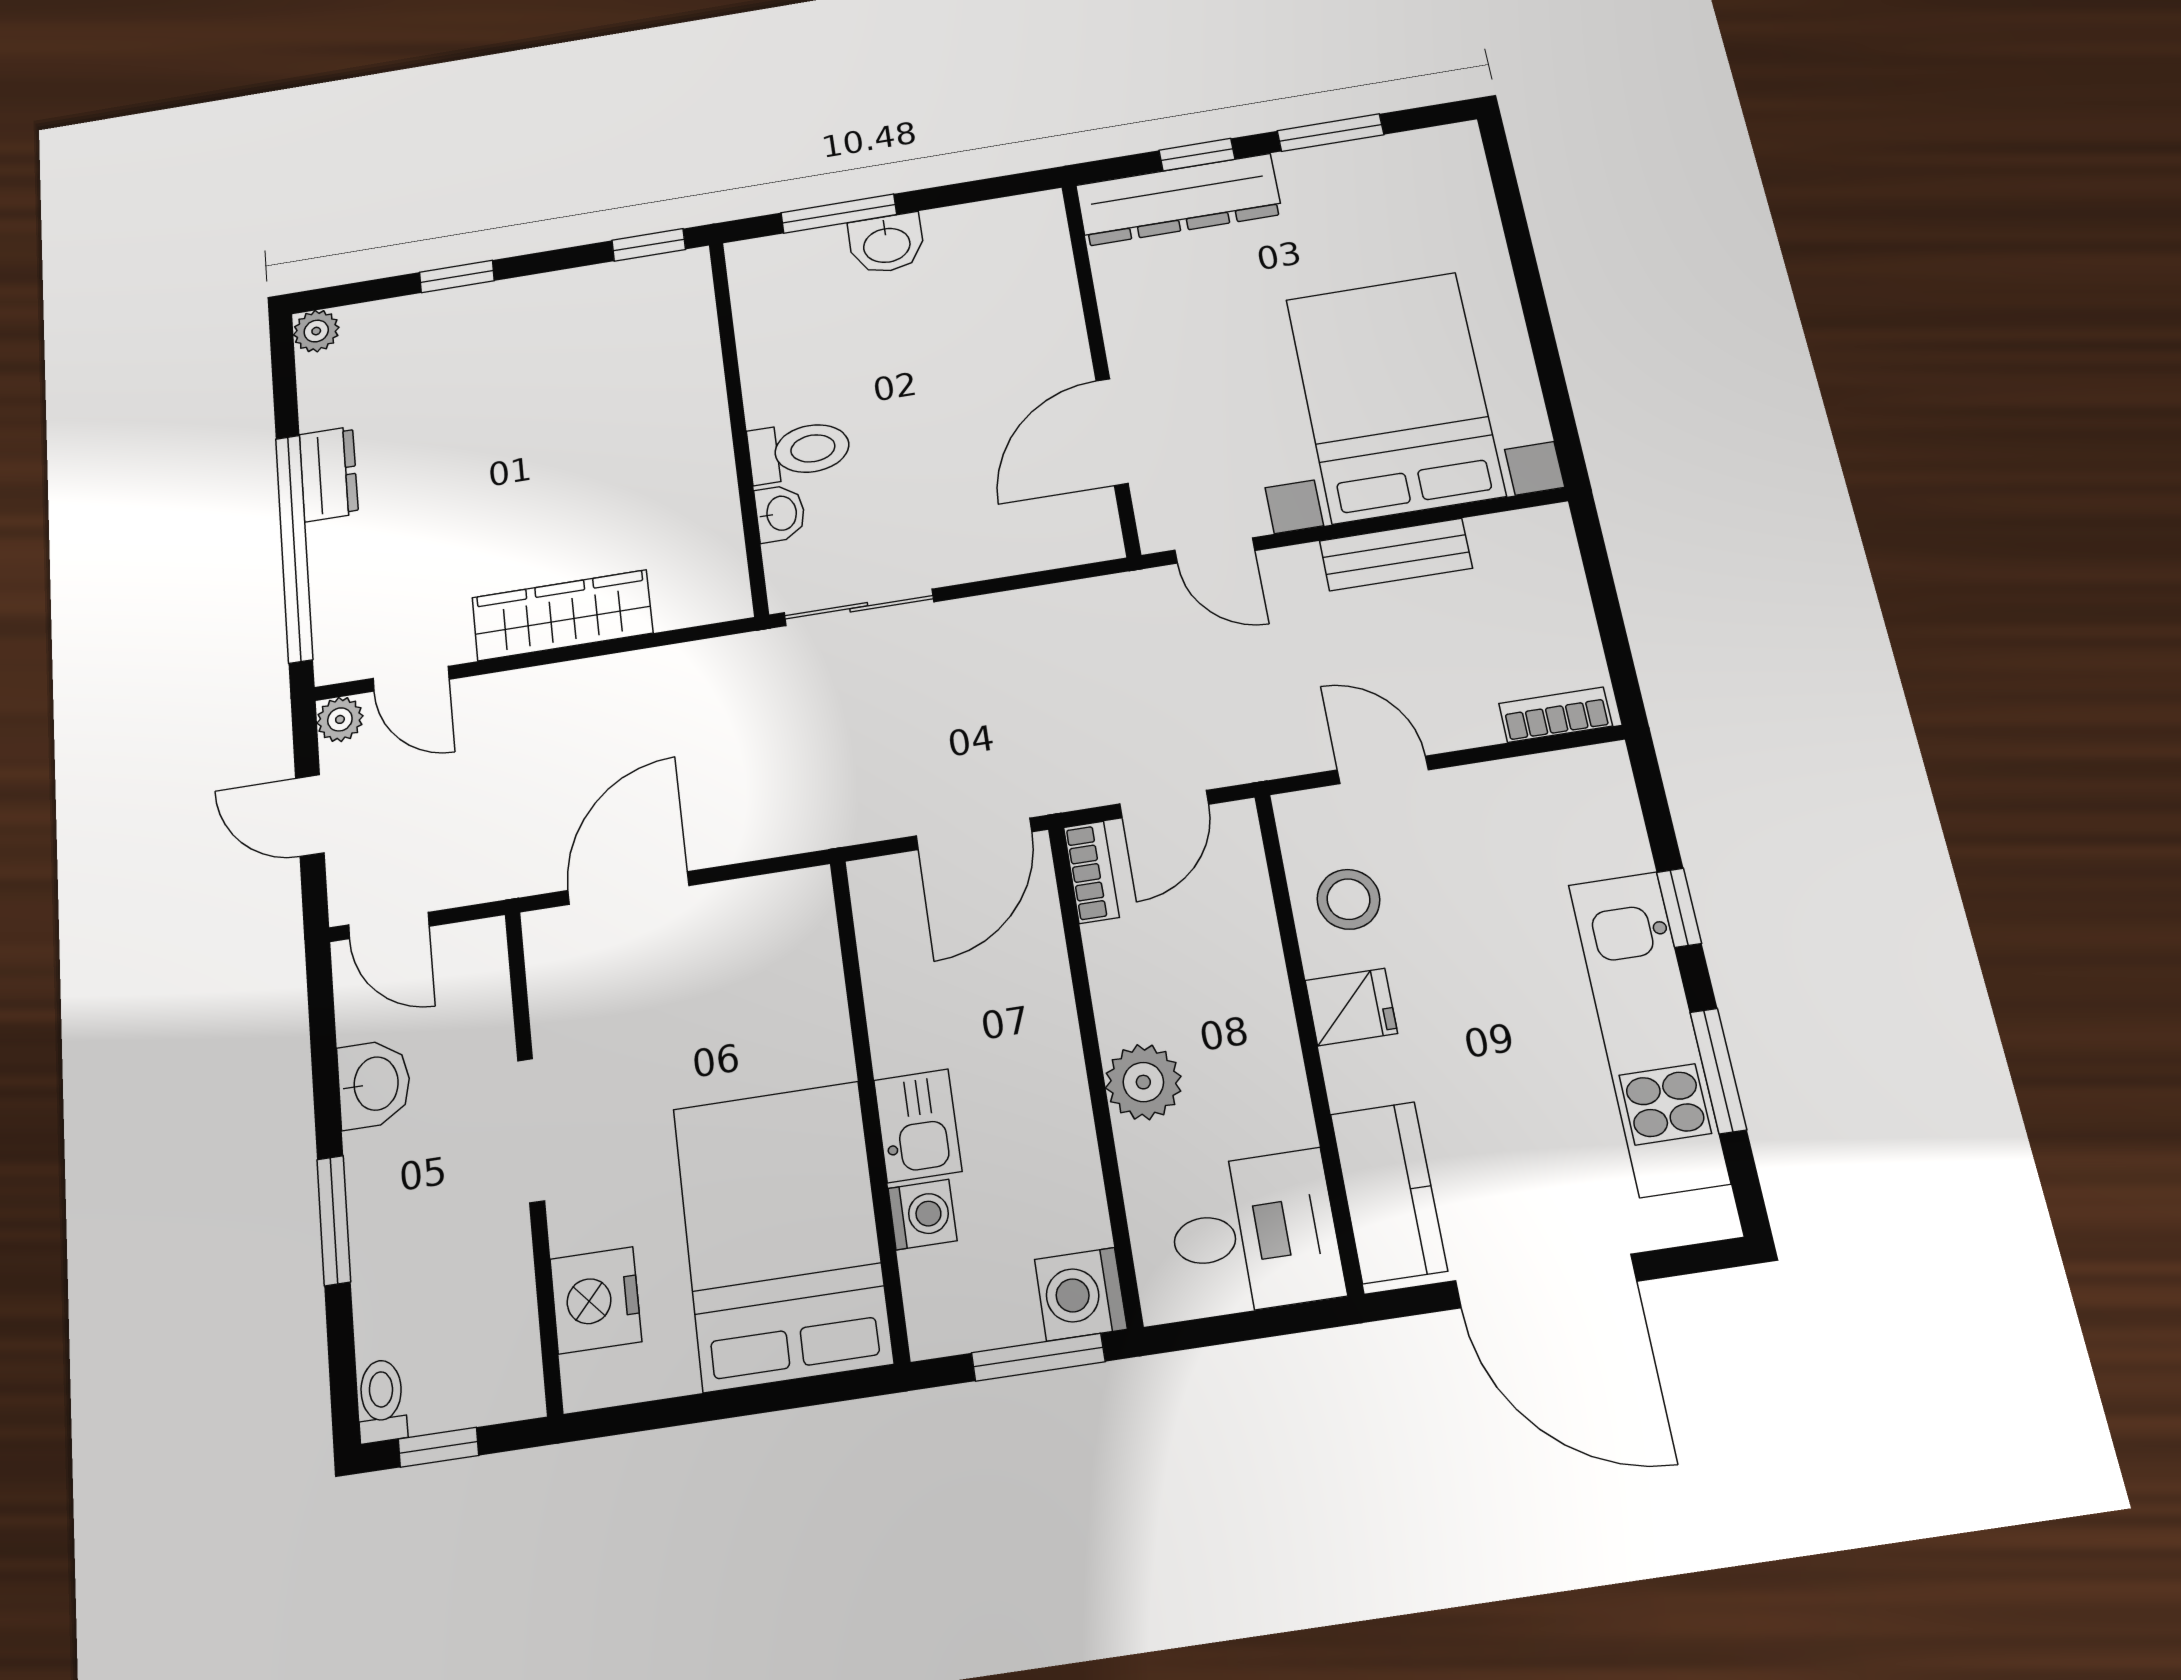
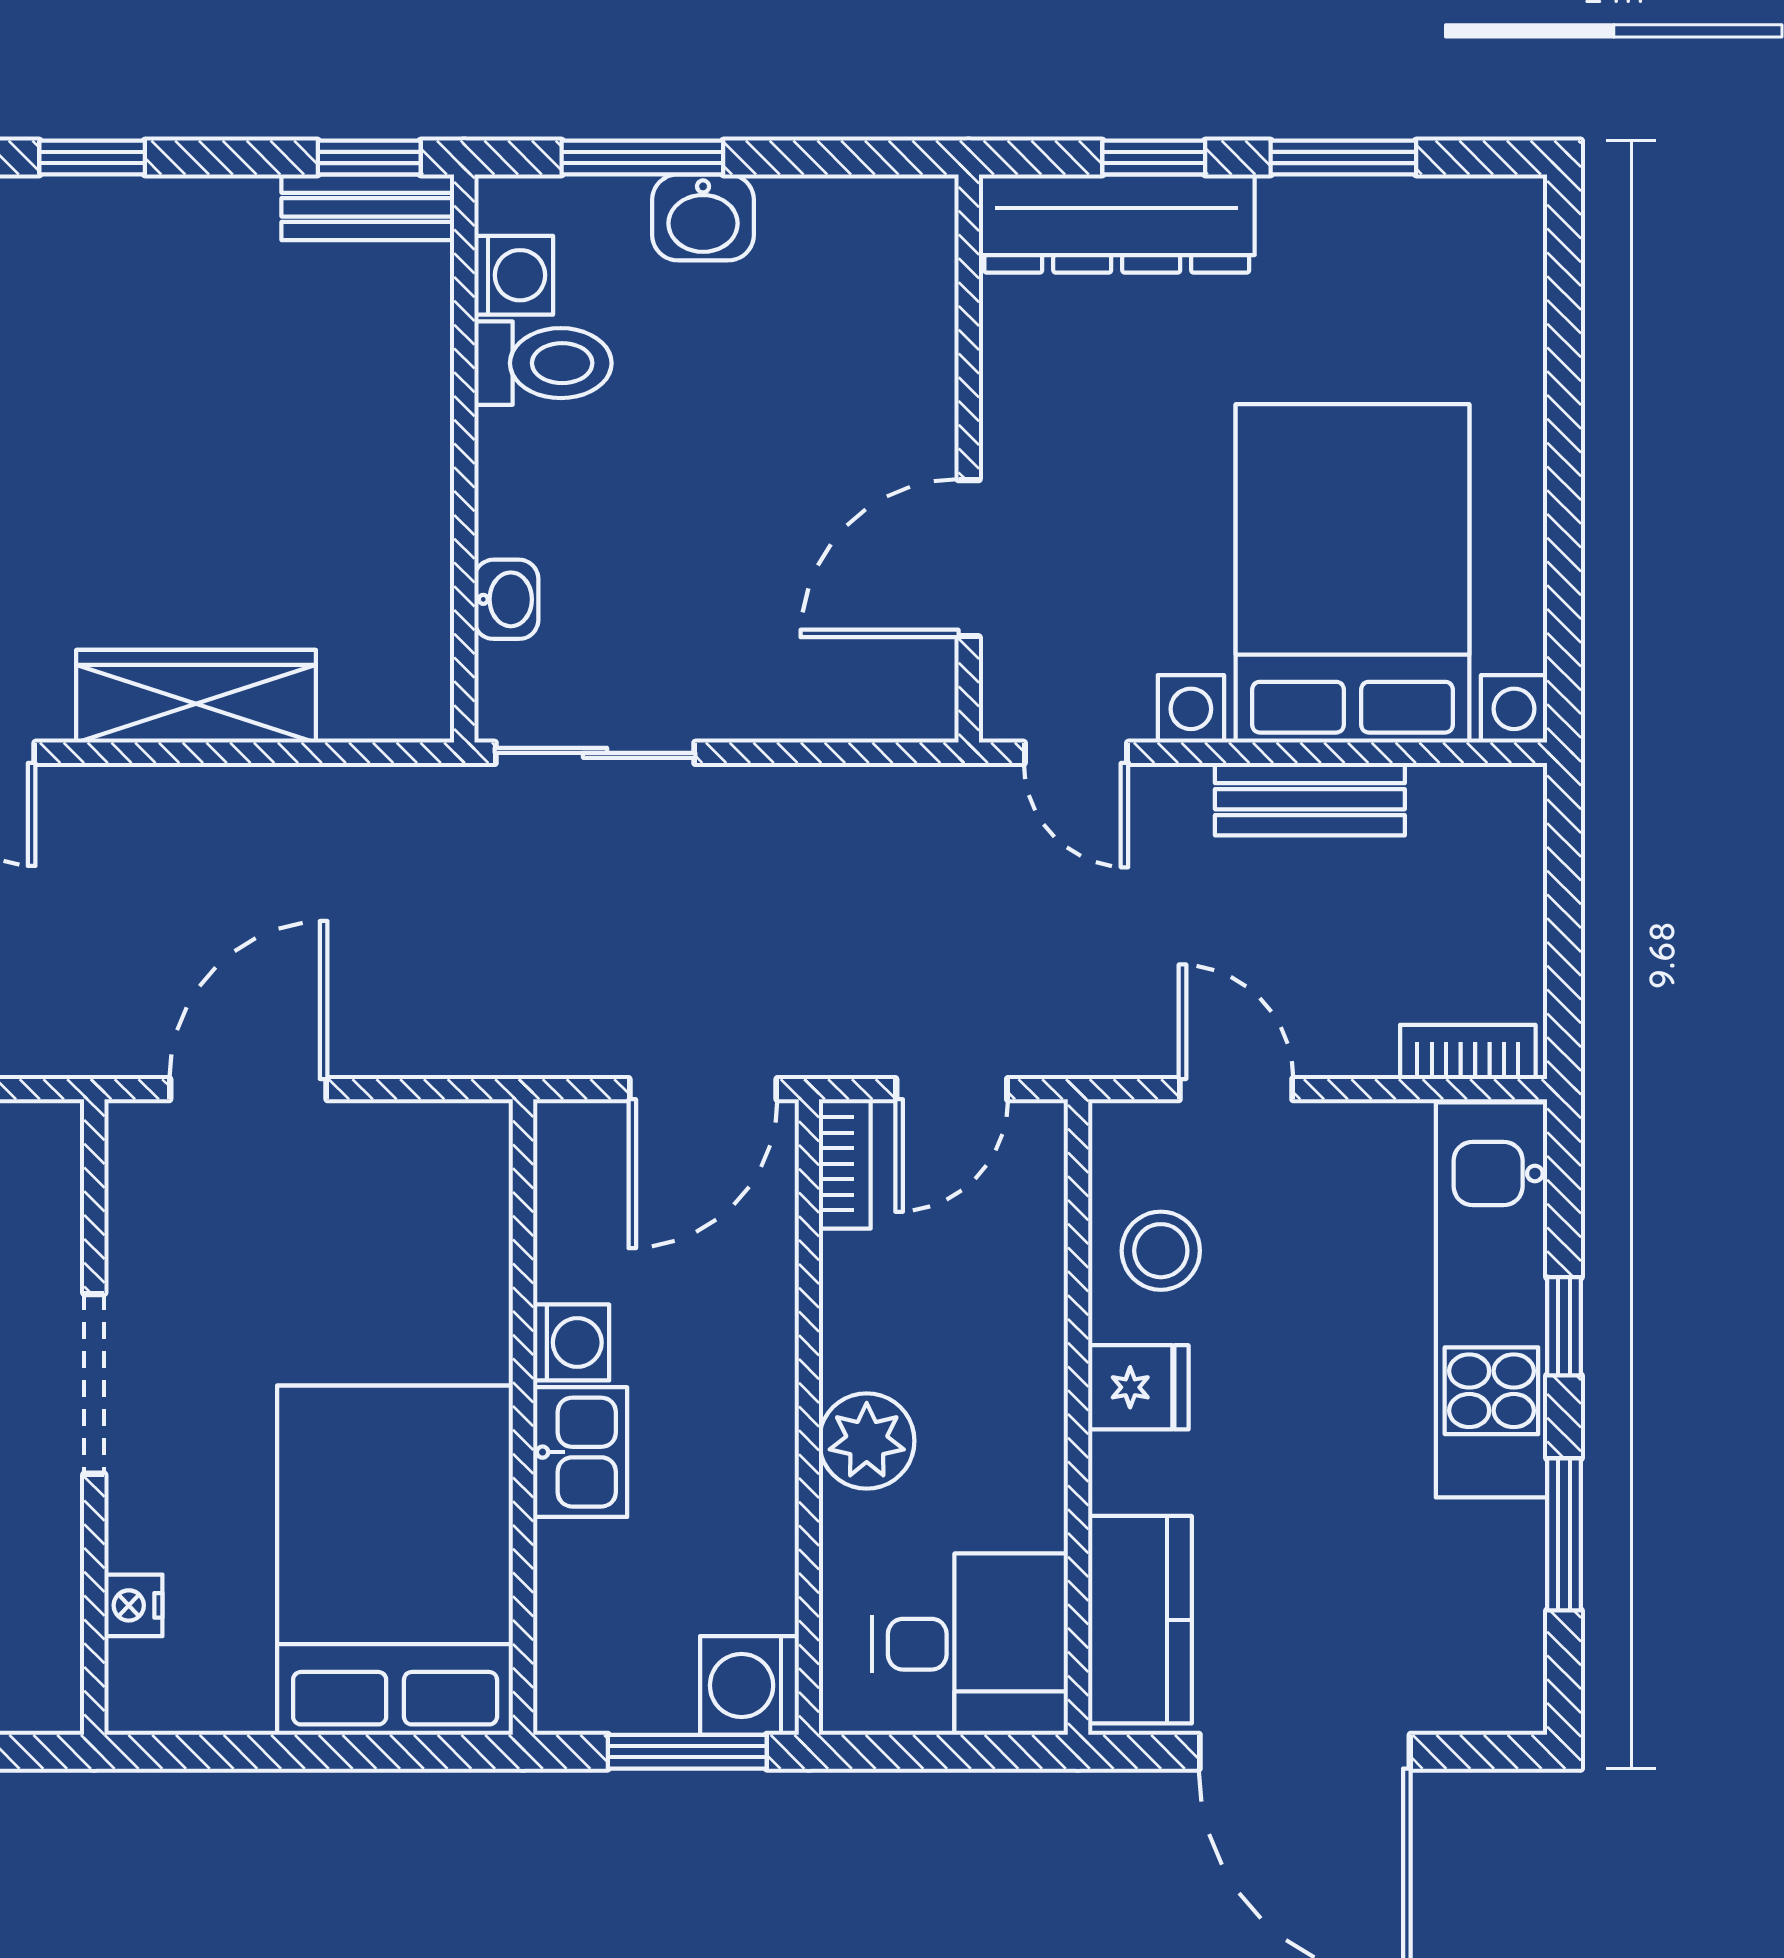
bench: (651, 276) -> (368, 207), added
washing machine: (759, 302) -> (514, 275), added
toilet: (799, 451) -> (543, 363), moved
kitchen unit: (1648, 1032) -> (1491, 1300), moved
washing machine: (922, 1214) -> (571, 1342), moved
nightstand: (596, 1300) -> (133, 1605), width x0.53, depth x0.56

